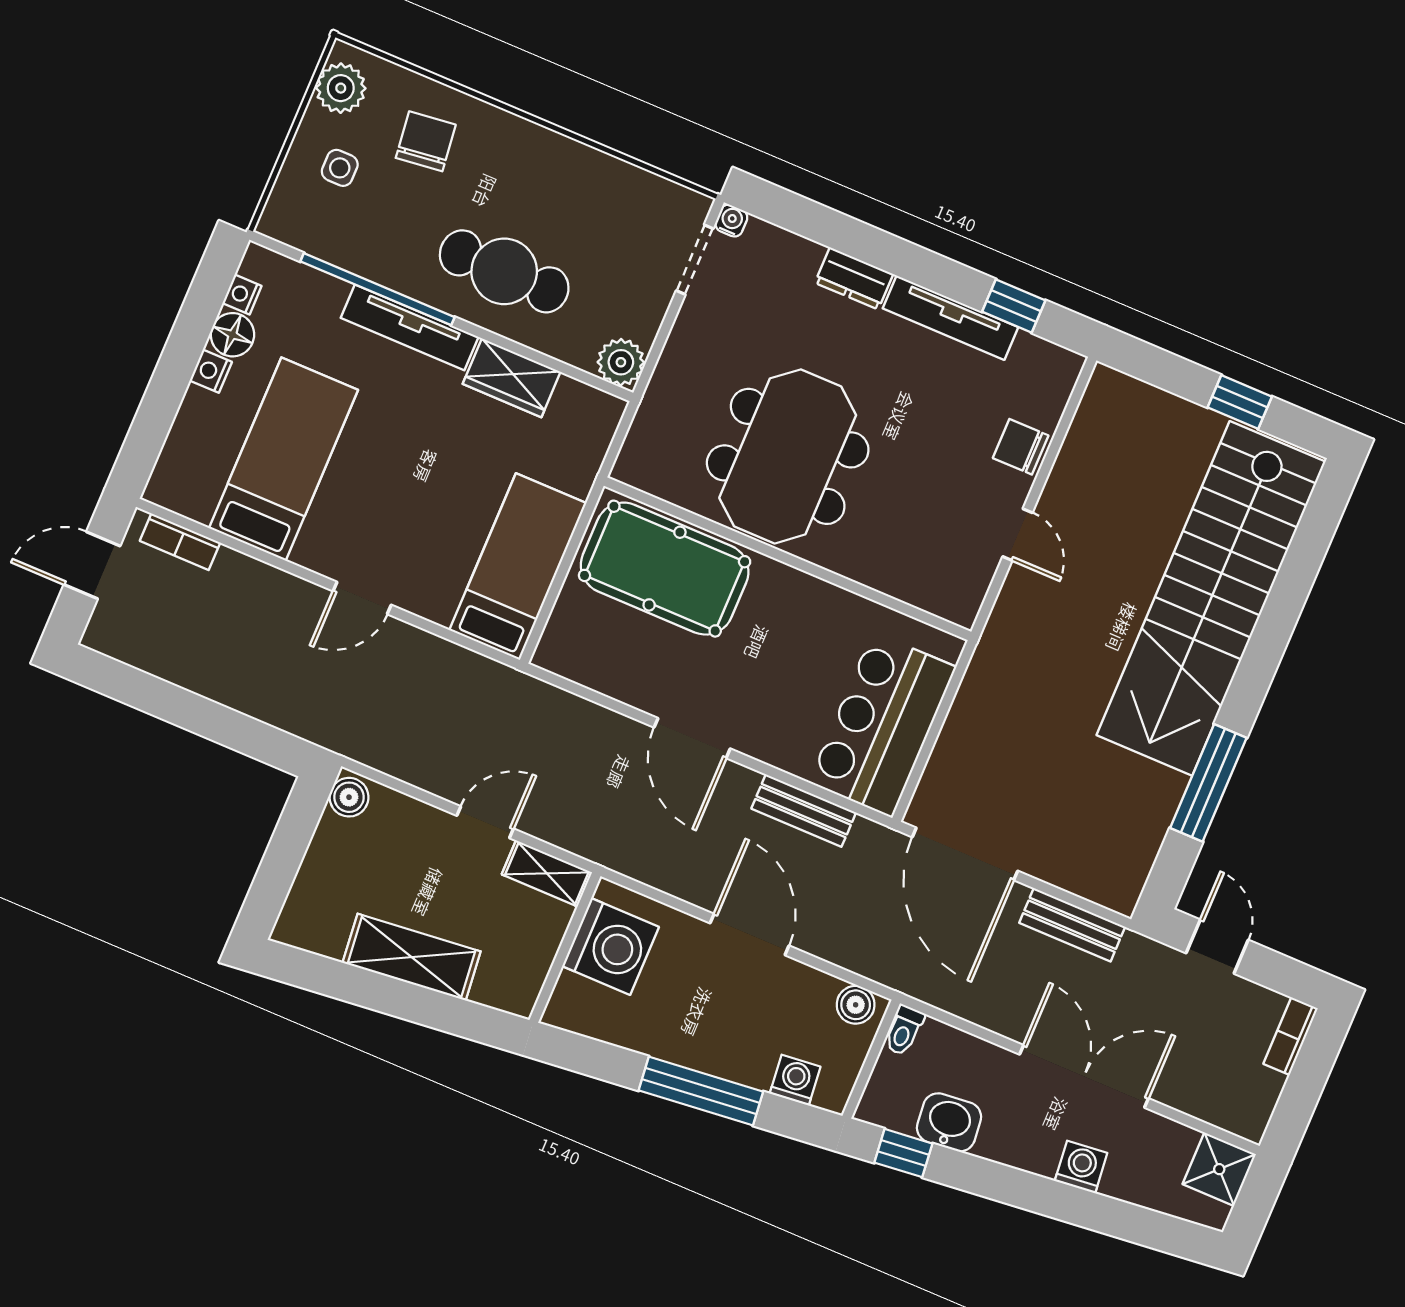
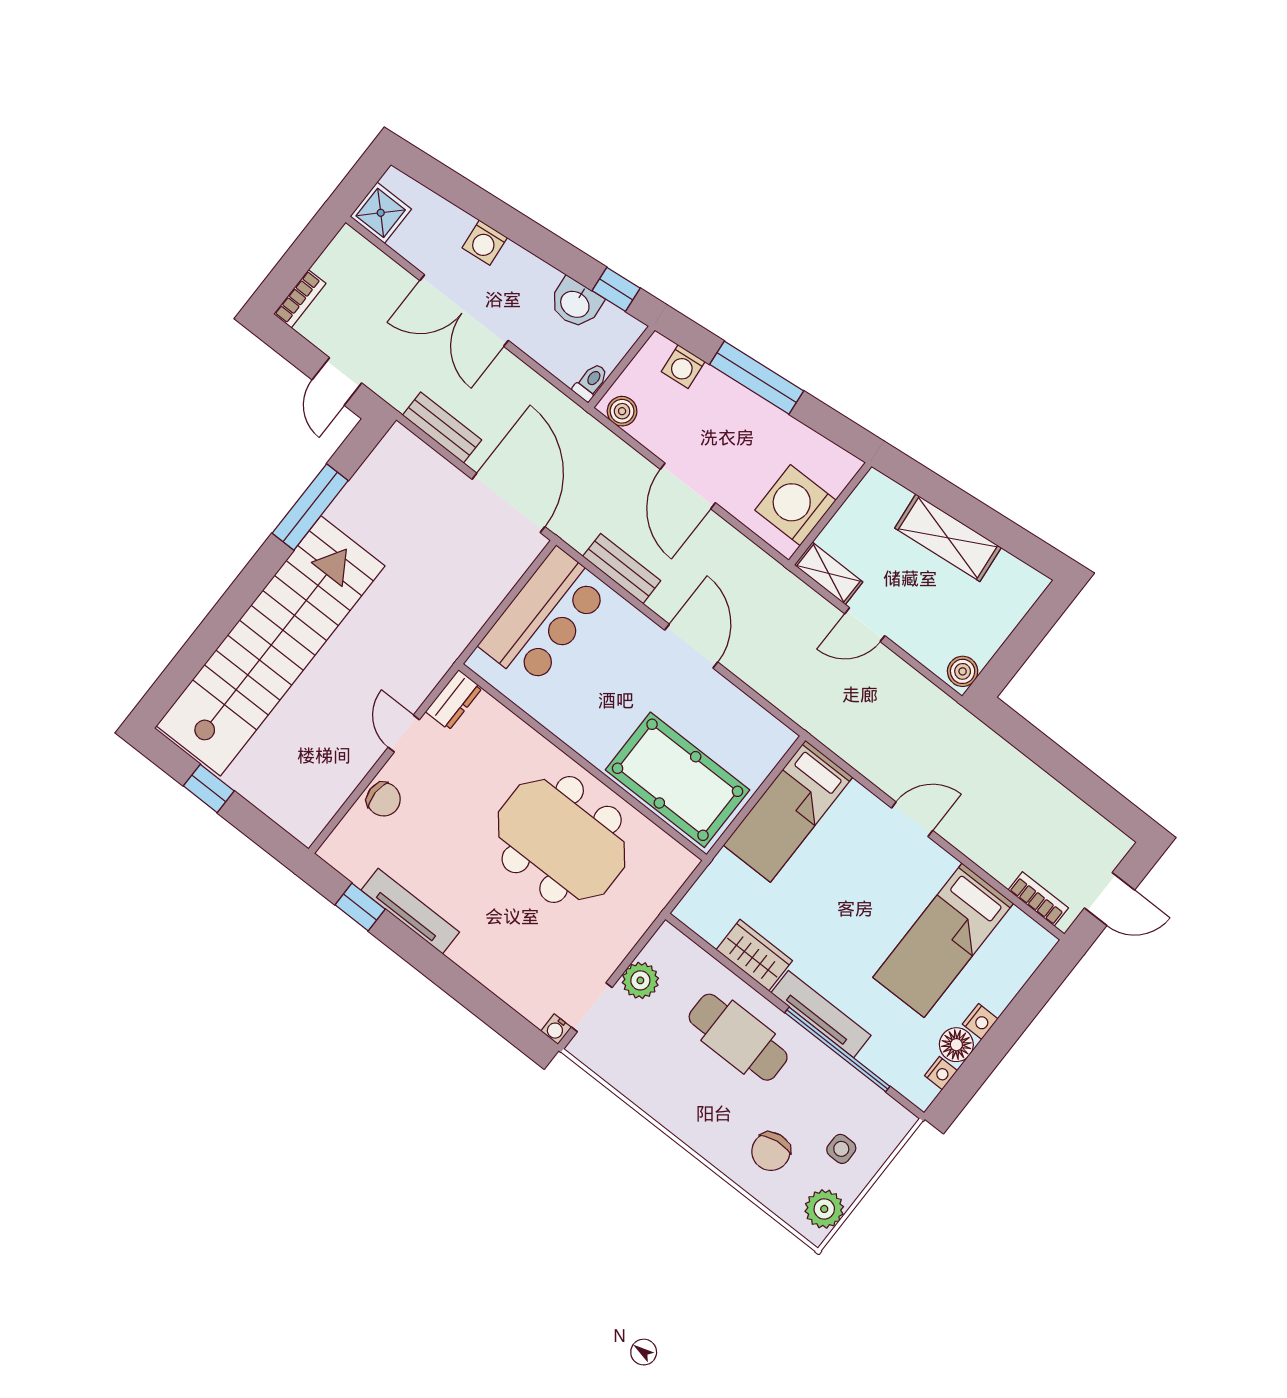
dresser: (854, 278) -> (454, 700), moved, turned 90
plant: (621, 362) -> (640, 980), moved
meeting table: (788, 456) -> (562, 839), turned 90

